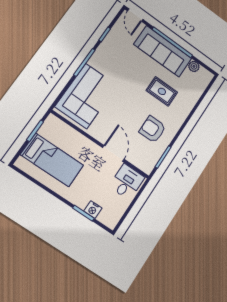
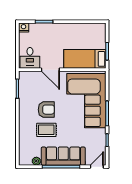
door: (135, 15) -> (97, 167), hinge flipped
corner sofa: (86, 96) -> (86, 101), width x1.36, depth x1.36
armchair: (153, 129) -> (46, 110), moved
bed: (52, 160) -> (85, 59), moved
nightstand: (93, 210) -> (24, 27), moved

